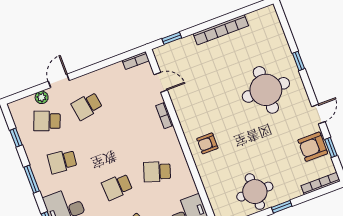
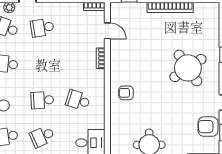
round table: (266, 90) -> (188, 68), turned -34

